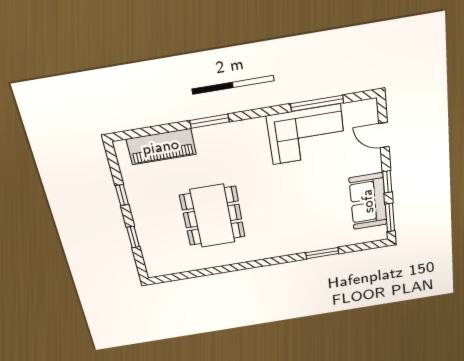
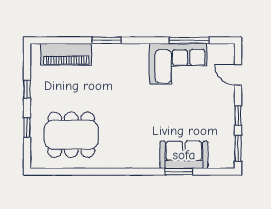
sofa: (368, 201) -> (184, 155), moved, turned 90
dining table: (212, 216) -> (71, 135), moved, turned 90

